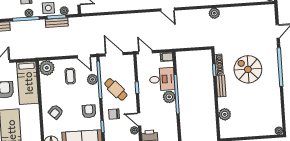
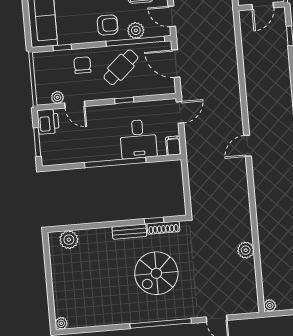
plant: (214, 13) -> (246, 250), moved
door: (114, 54) -> (176, 64), swing flipped
door: (84, 56) -> (172, 16), hinge flipped
spiral stairs: (248, 69) -> (156, 273), turned 180
plant: (169, 97) -> (111, 151), removed
armchair: (89, 111) -> (108, 25), moved
plant: (225, 114) -> (69, 240), moved
door: (139, 119) -> (75, 105), swing flipped

